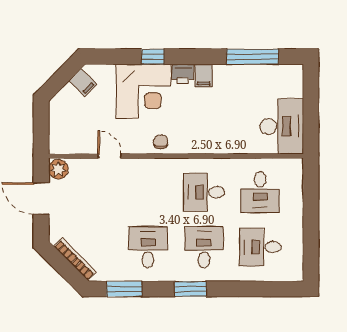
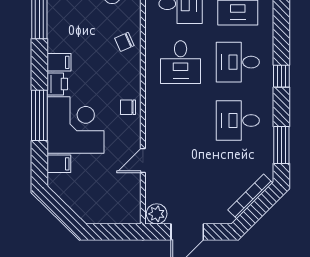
window: (153, 57) -> (39, 115), width x2.17
filing cabinet: (83, 82) -> (59, 164), moved, turned 45
chair: (223, 138) -> (124, 42), added
window: (191, 289) -> (281, 76), width x0.67

